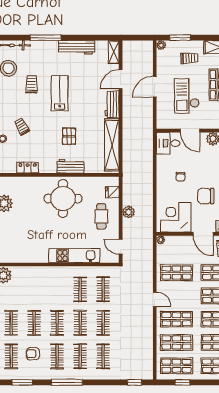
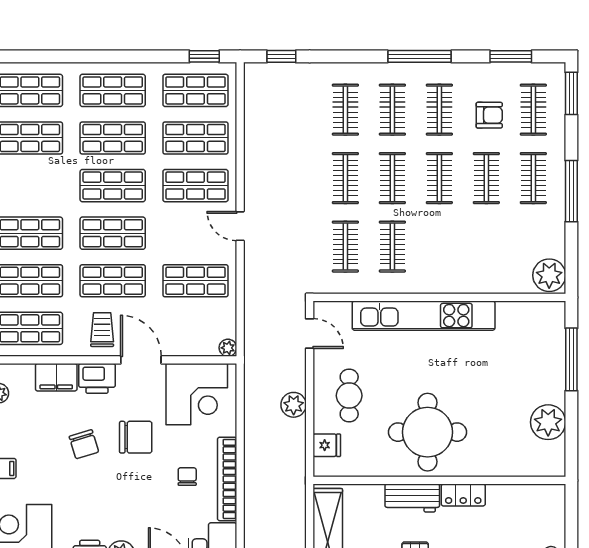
locker: (28, 168) -> (463, 495), moved
bookcase: (161, 176) -> (227, 479), added
kitchen unit: (74, 256) -> (424, 316), width x1.36
window: (182, 382) -> (204, 56), moved

